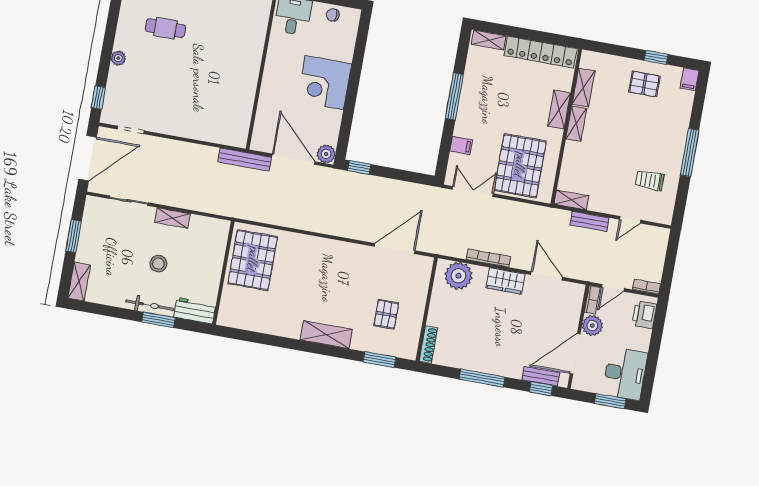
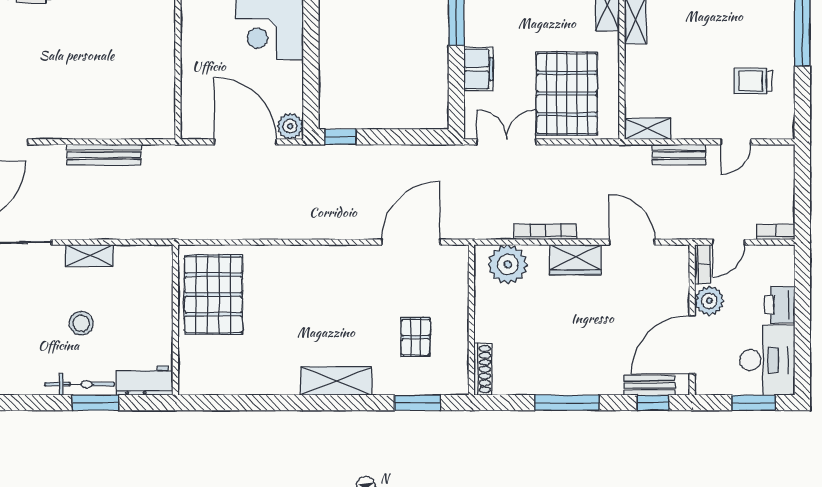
filing cabinet: (461, 145) -> (478, 69), width x2.00
bench: (245, 160) -> (104, 155), moved
printer: (644, 315) -> (780, 305), moved

